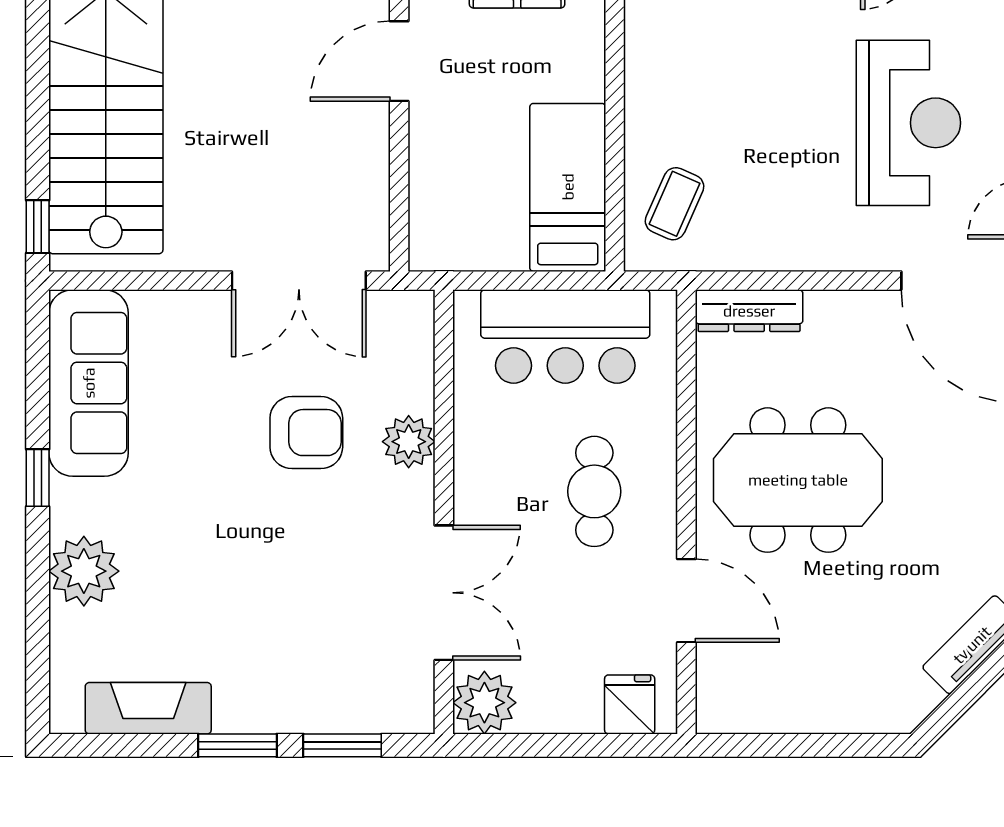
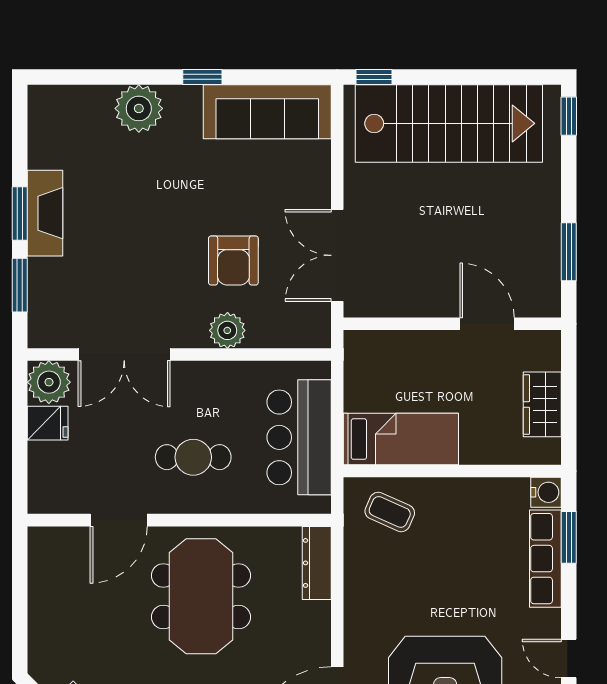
fridge: (630, 704) -> (48, 423), moved
fireplace: (148, 708) -> (45, 213), moved

